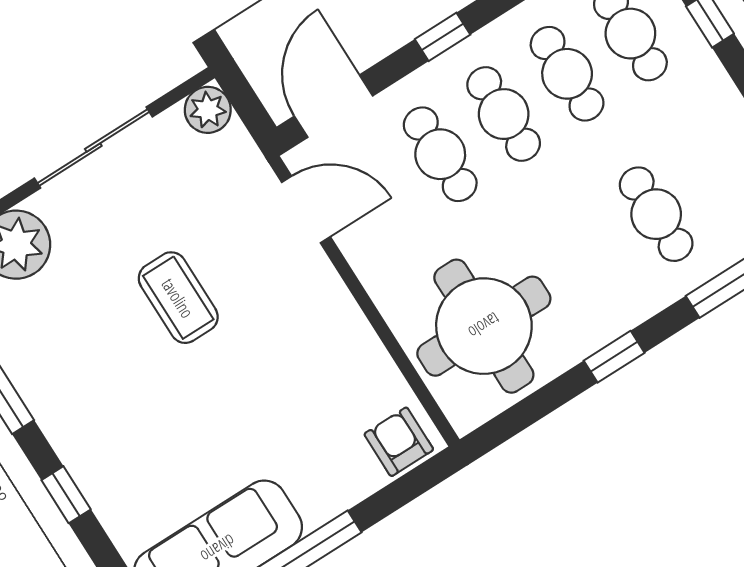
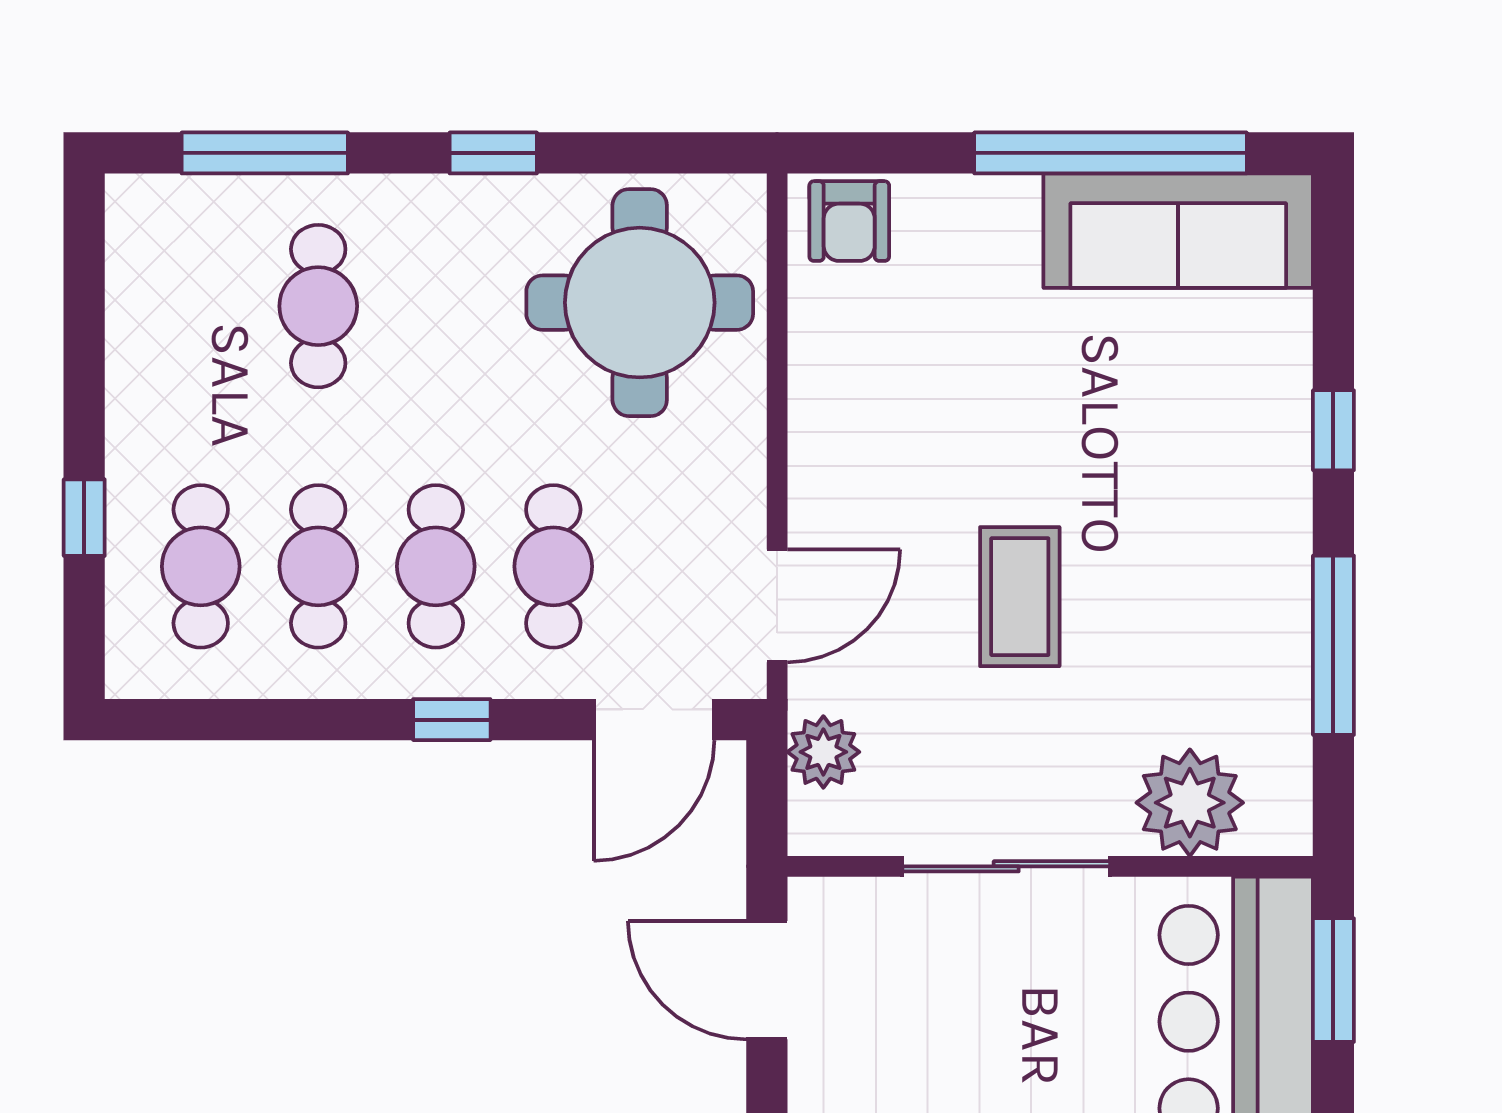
plant: (208, 110) -> (823, 752), moved
door: (306, 210) -> (777, 606), swing flipped

